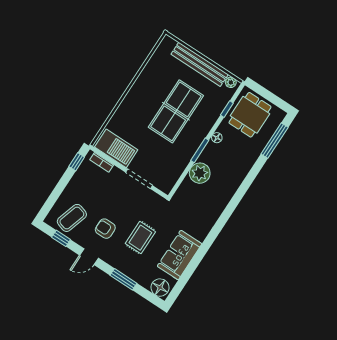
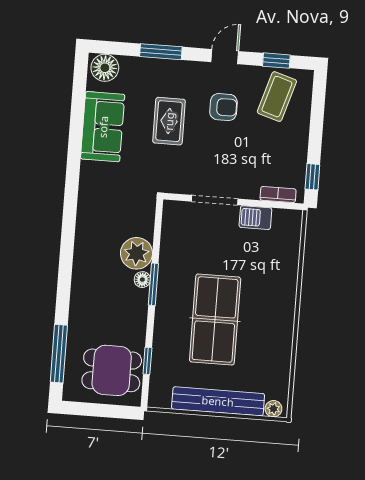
plant: (231, 82) -> (273, 409), moved
dining table: (250, 115) -> (112, 370), turned 90
floor lamp: (217, 138) -> (142, 280), moved
barbecue: (116, 148) -> (255, 218), width x0.53, depth x0.65

